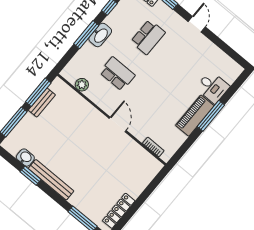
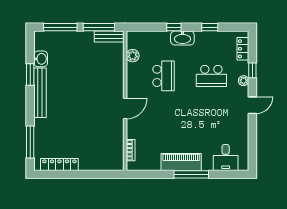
plant: (172, 15) -> (244, 81), added
window: (86, 35) -> (174, 27), width x0.46
desk: (213, 87) -> (226, 158), moved
bench: (42, 103) -> (109, 36), moved

